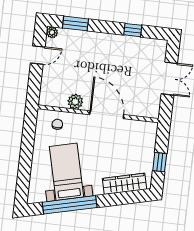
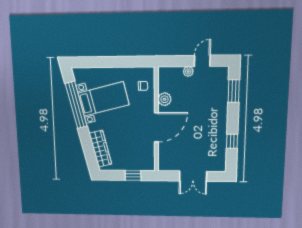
plant: (52, 32) -> (188, 71), moved
door: (38, 55) -> (202, 61), swing flipped
window: (160, 162) -> (133, 175), moved

